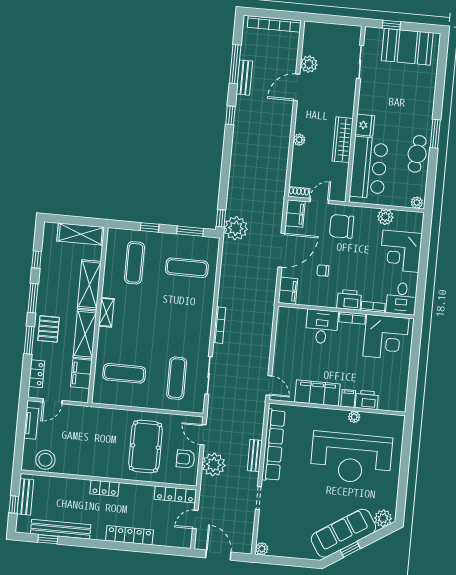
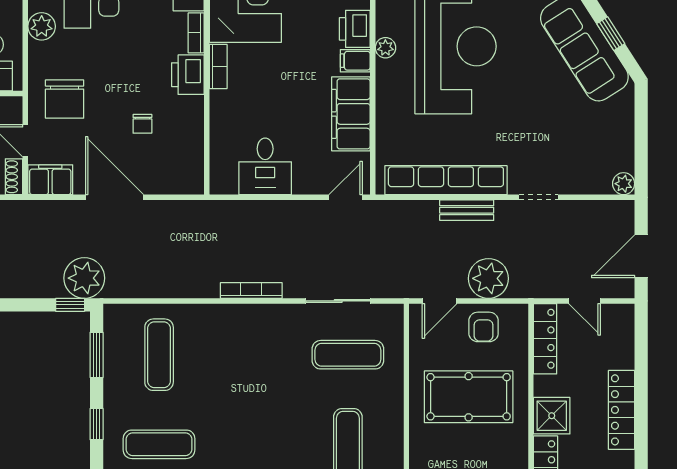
filing cabinet: (288, 291) -> (182, 180), removed
desk: (322, 327) -> (265, 166), moved, turned -90
shower: (130, 494) -> (552, 416), added

